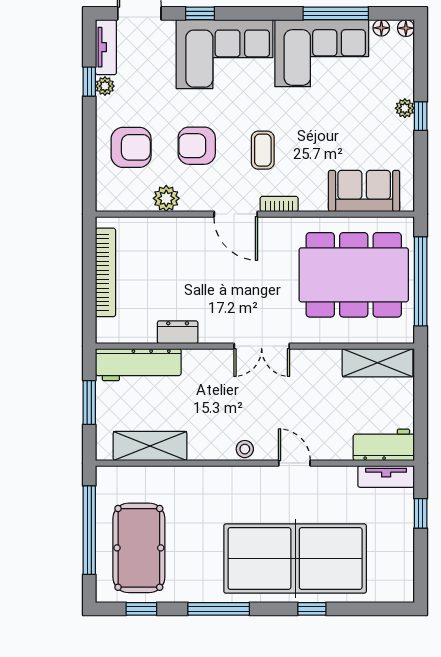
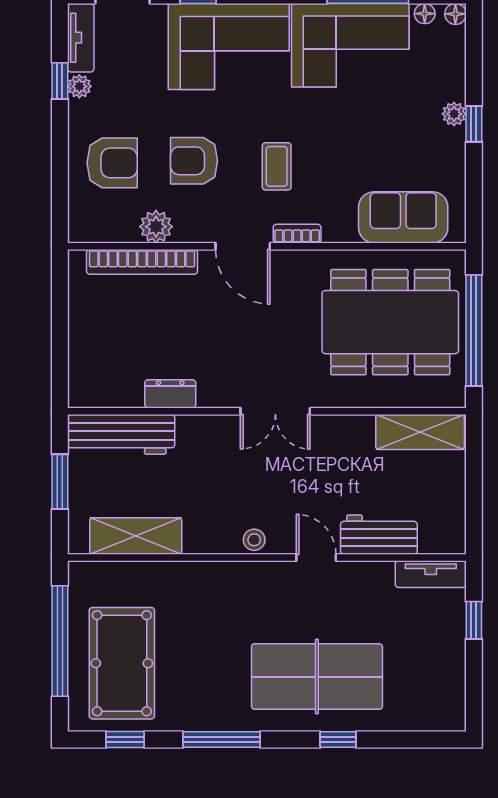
bookcase: (106, 272) -> (142, 262), moved, turned 90
workbench: (384, 445) -> (379, 535), moved
table tennis table: (295, 559) -> (317, 677), width x0.73, depth x0.76

